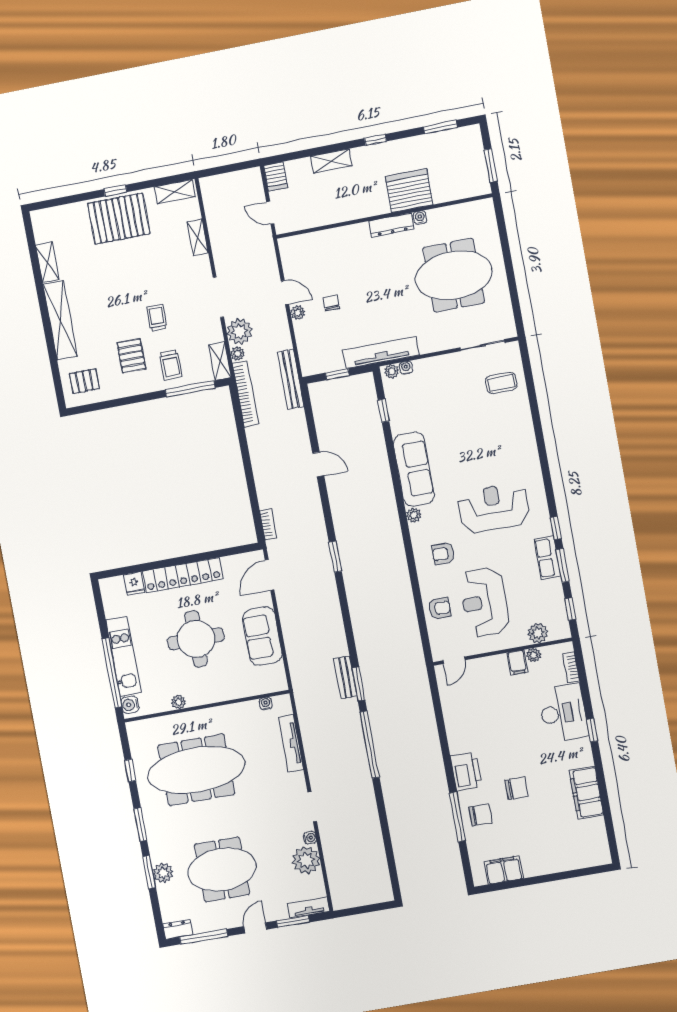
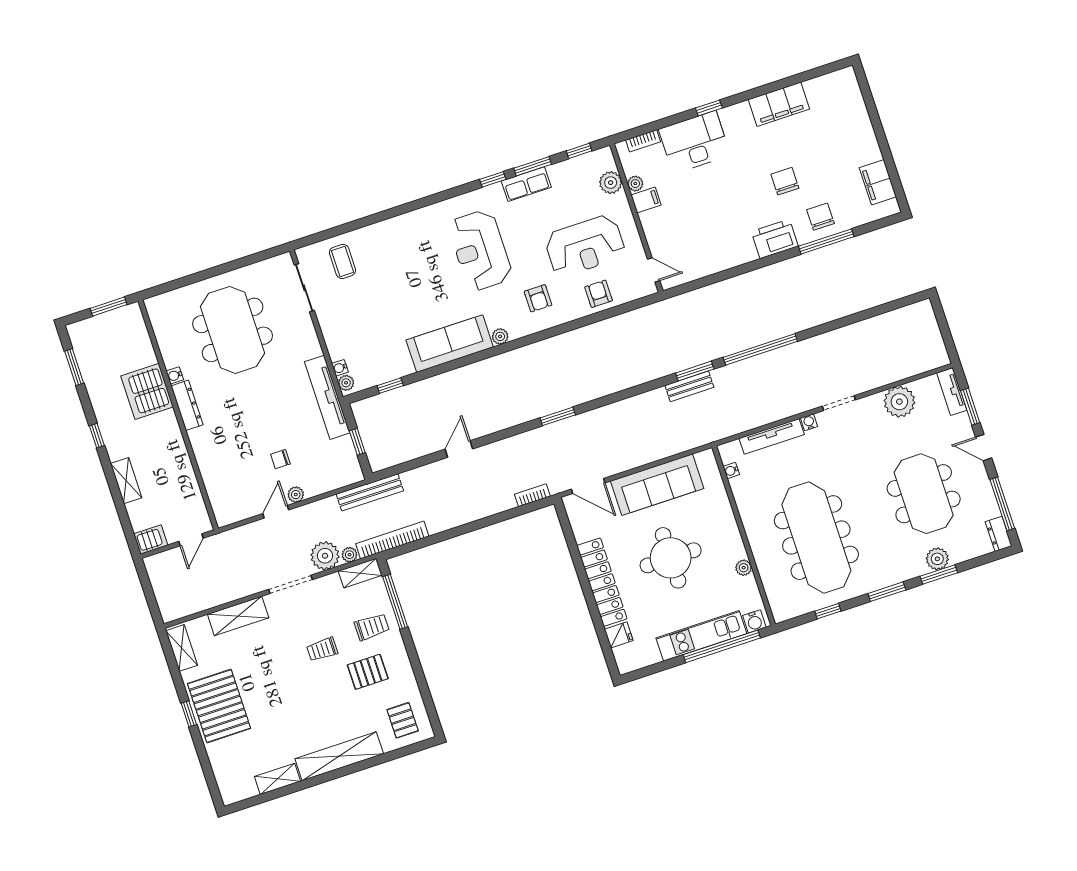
shelving: (198, 237) -> (238, 616), width x1.50, depth x1.33
sofa: (262, 636) -> (657, 485), width x1.36
water cooler: (310, 838) -> (809, 422), moved

